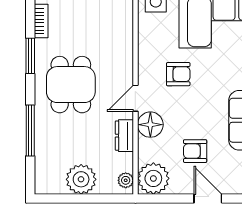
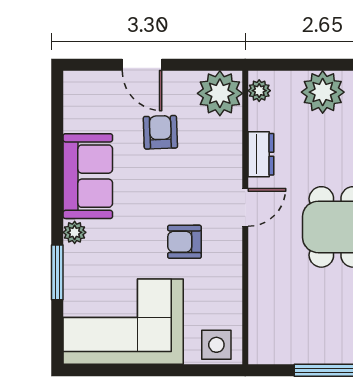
floor lamp: (150, 125) -> (224, 170), removed
armchair: (195, 151) -> (160, 132), turned -92

